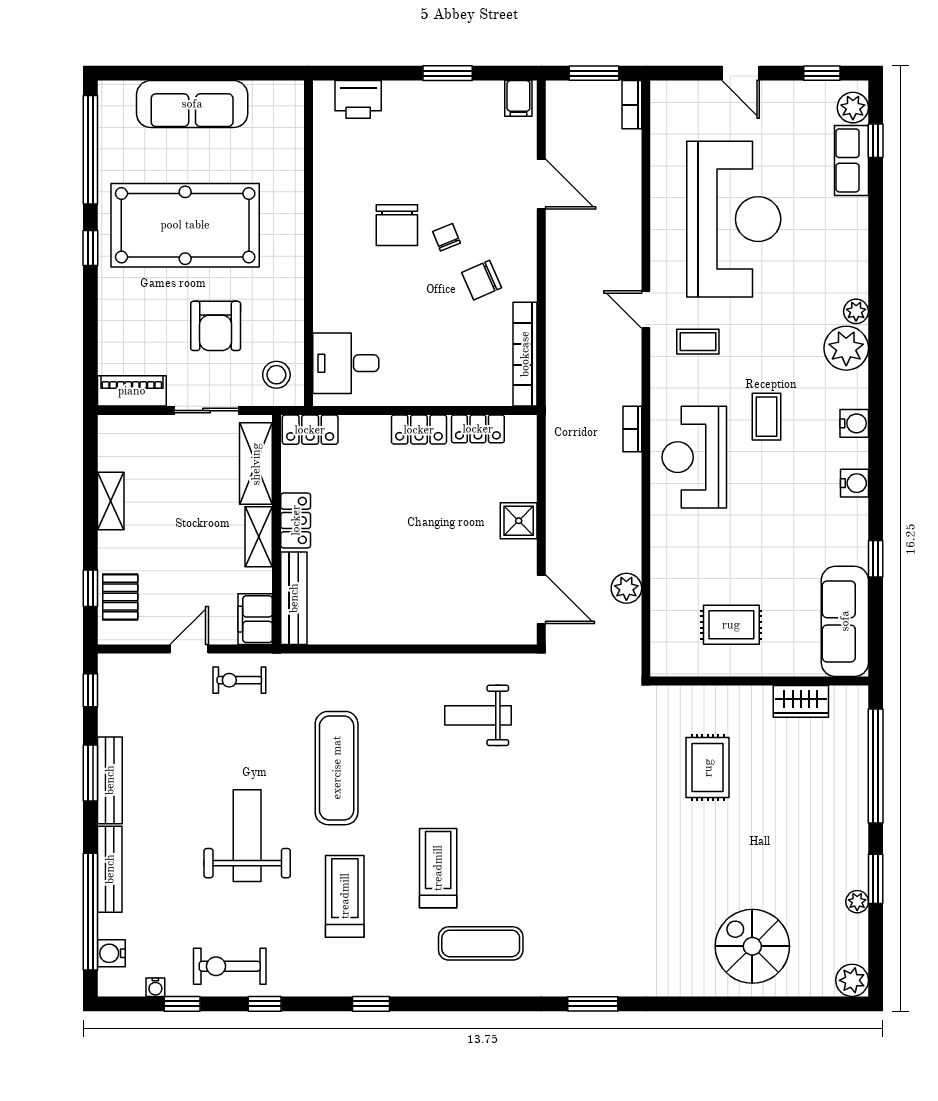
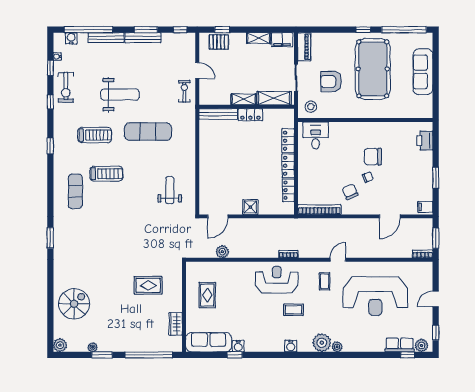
locker: (310, 430) -> (288, 141), moved
water cooler: (854, 483) -> (238, 346), moved
filing cabinet: (255, 619) -> (282, 40), moved, turned 180
exercise bike: (230, 966) -> (66, 87), turned 180

